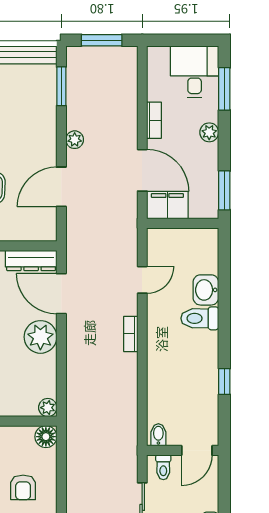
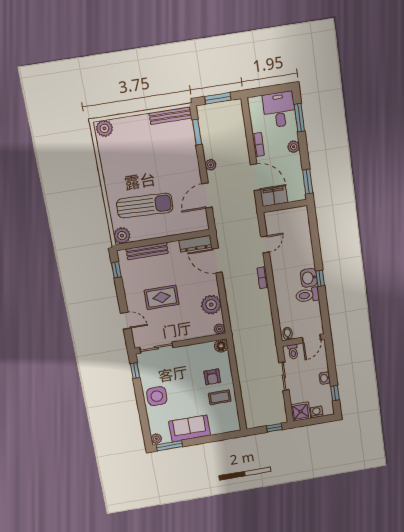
washbasin: (206, 290) -> (309, 278), moved
toilet: (200, 318) -> (307, 295), moved
plant: (40, 337) -> (211, 305), moved
window: (224, 381) -> (320, 278), moved

